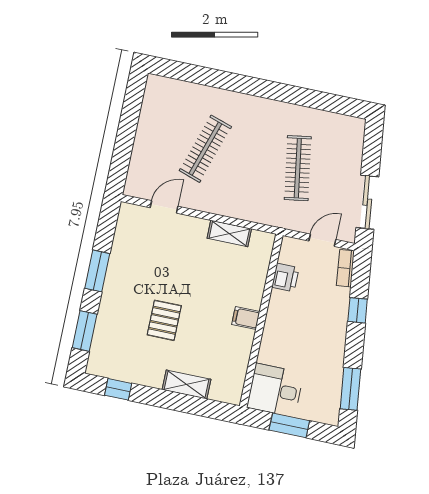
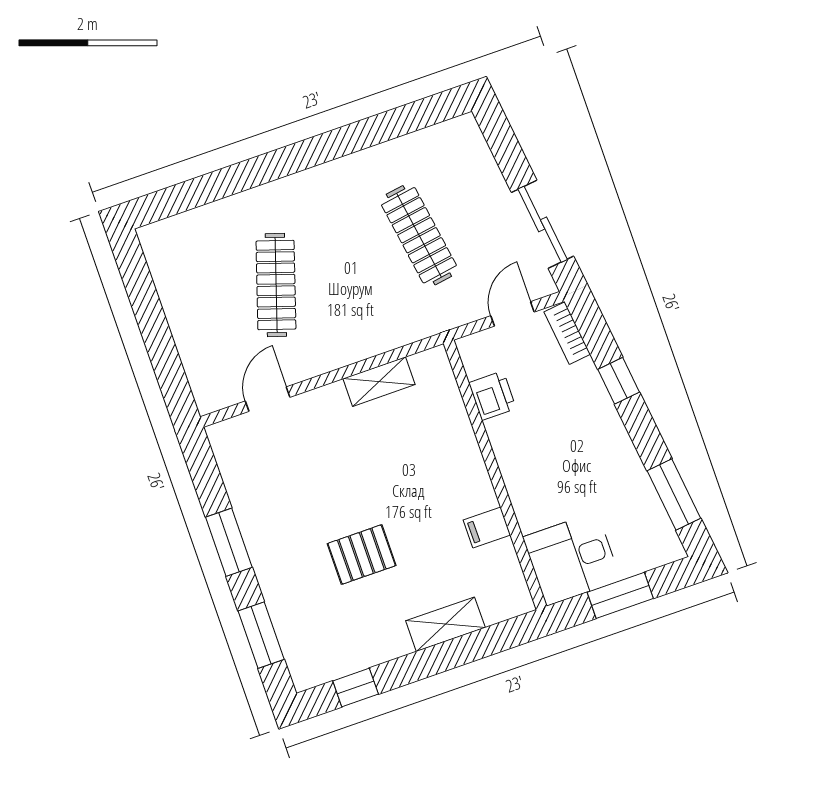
filing cabinet: (246, 318) -> (487, 528), moved
pallet: (164, 320) -> (362, 555), turned 90

